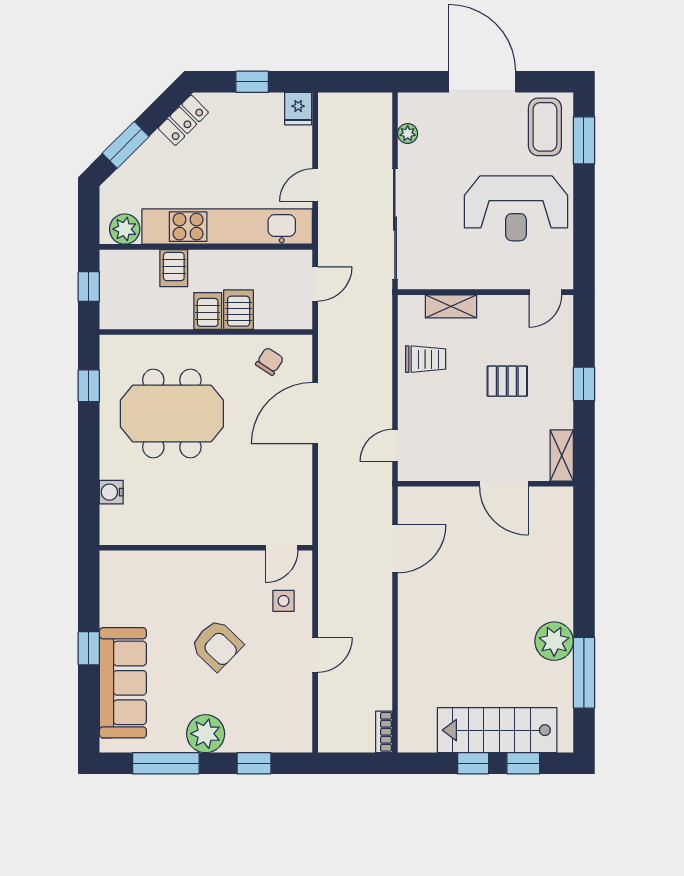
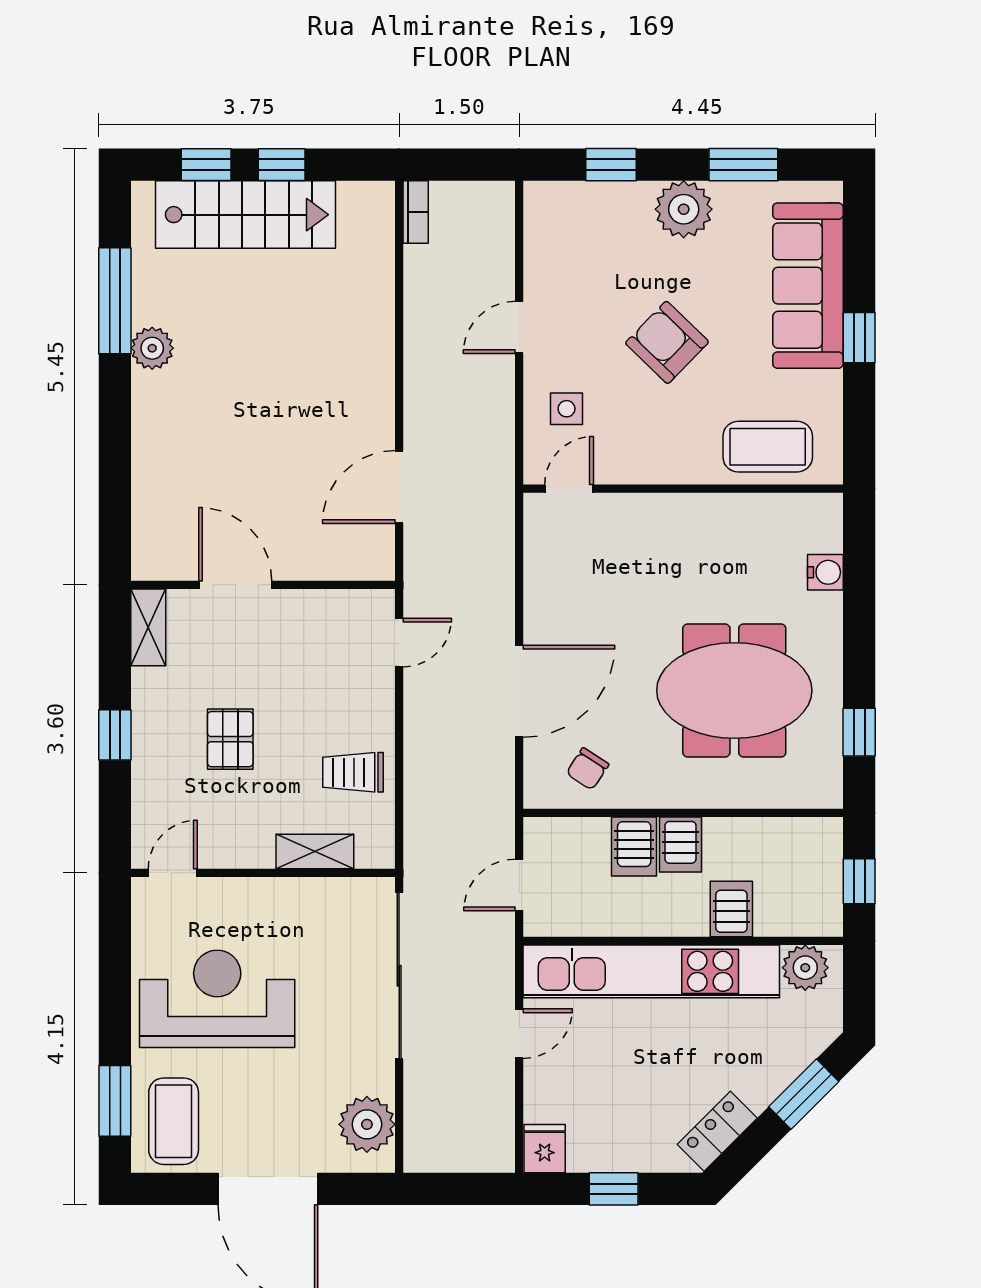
plant: (408, 133) -> (367, 1124), width x1.88, depth x1.88
pallet: (507, 381) -> (230, 739), turned 90
coffee table: (150, 576) -> (768, 447), added
plant: (554, 641) -> (152, 348), width x0.73, depth x0.73
window: (166, 763) -> (743, 165), width x0.69

